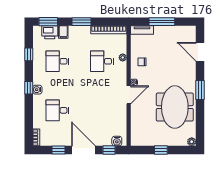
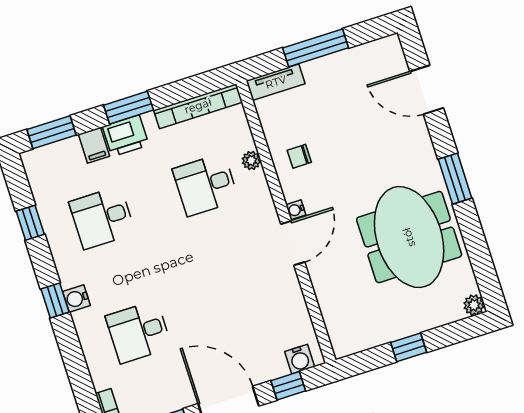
printer: (50, 32) -> (126, 136), moved

